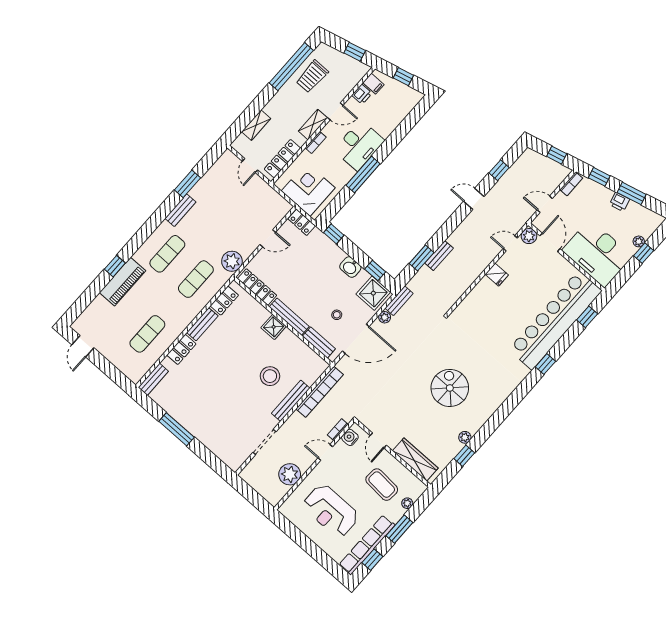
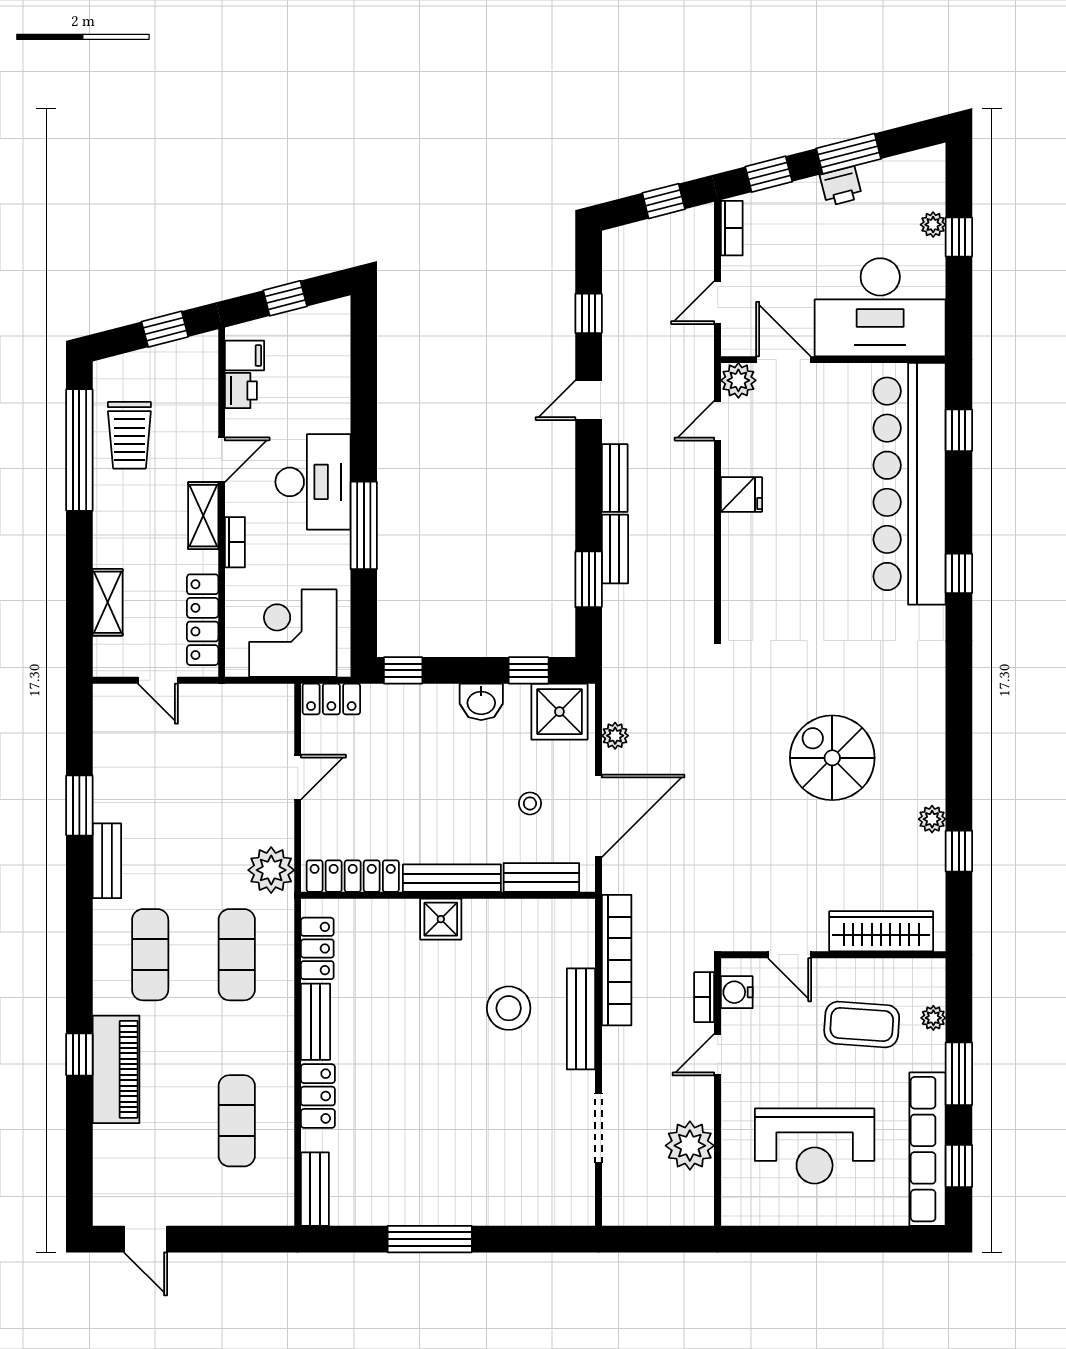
bench: (399, 301) -> (615, 478), moved

